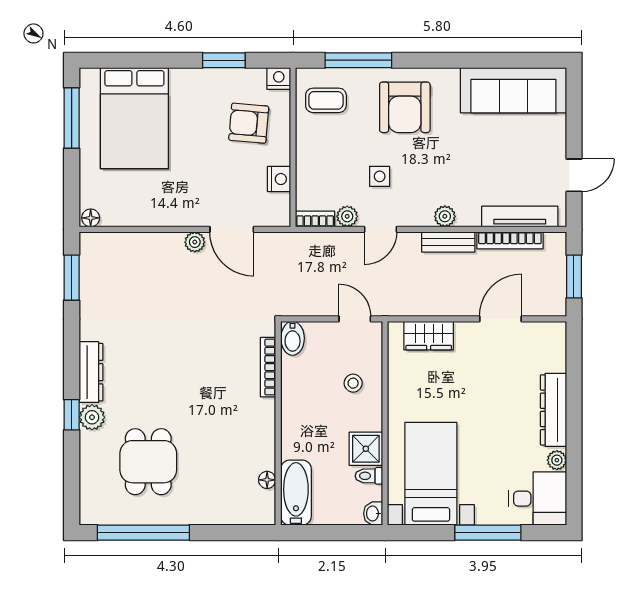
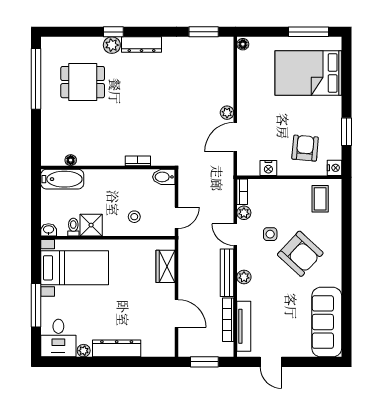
window: (358, 60) -> (346, 220), removed
armchair: (405, 107) -> (300, 254), moved, turned -137
bench: (448, 242) -> (227, 273), width x1.36
bookcase: (268, 367) -> (138, 161), width x0.64

